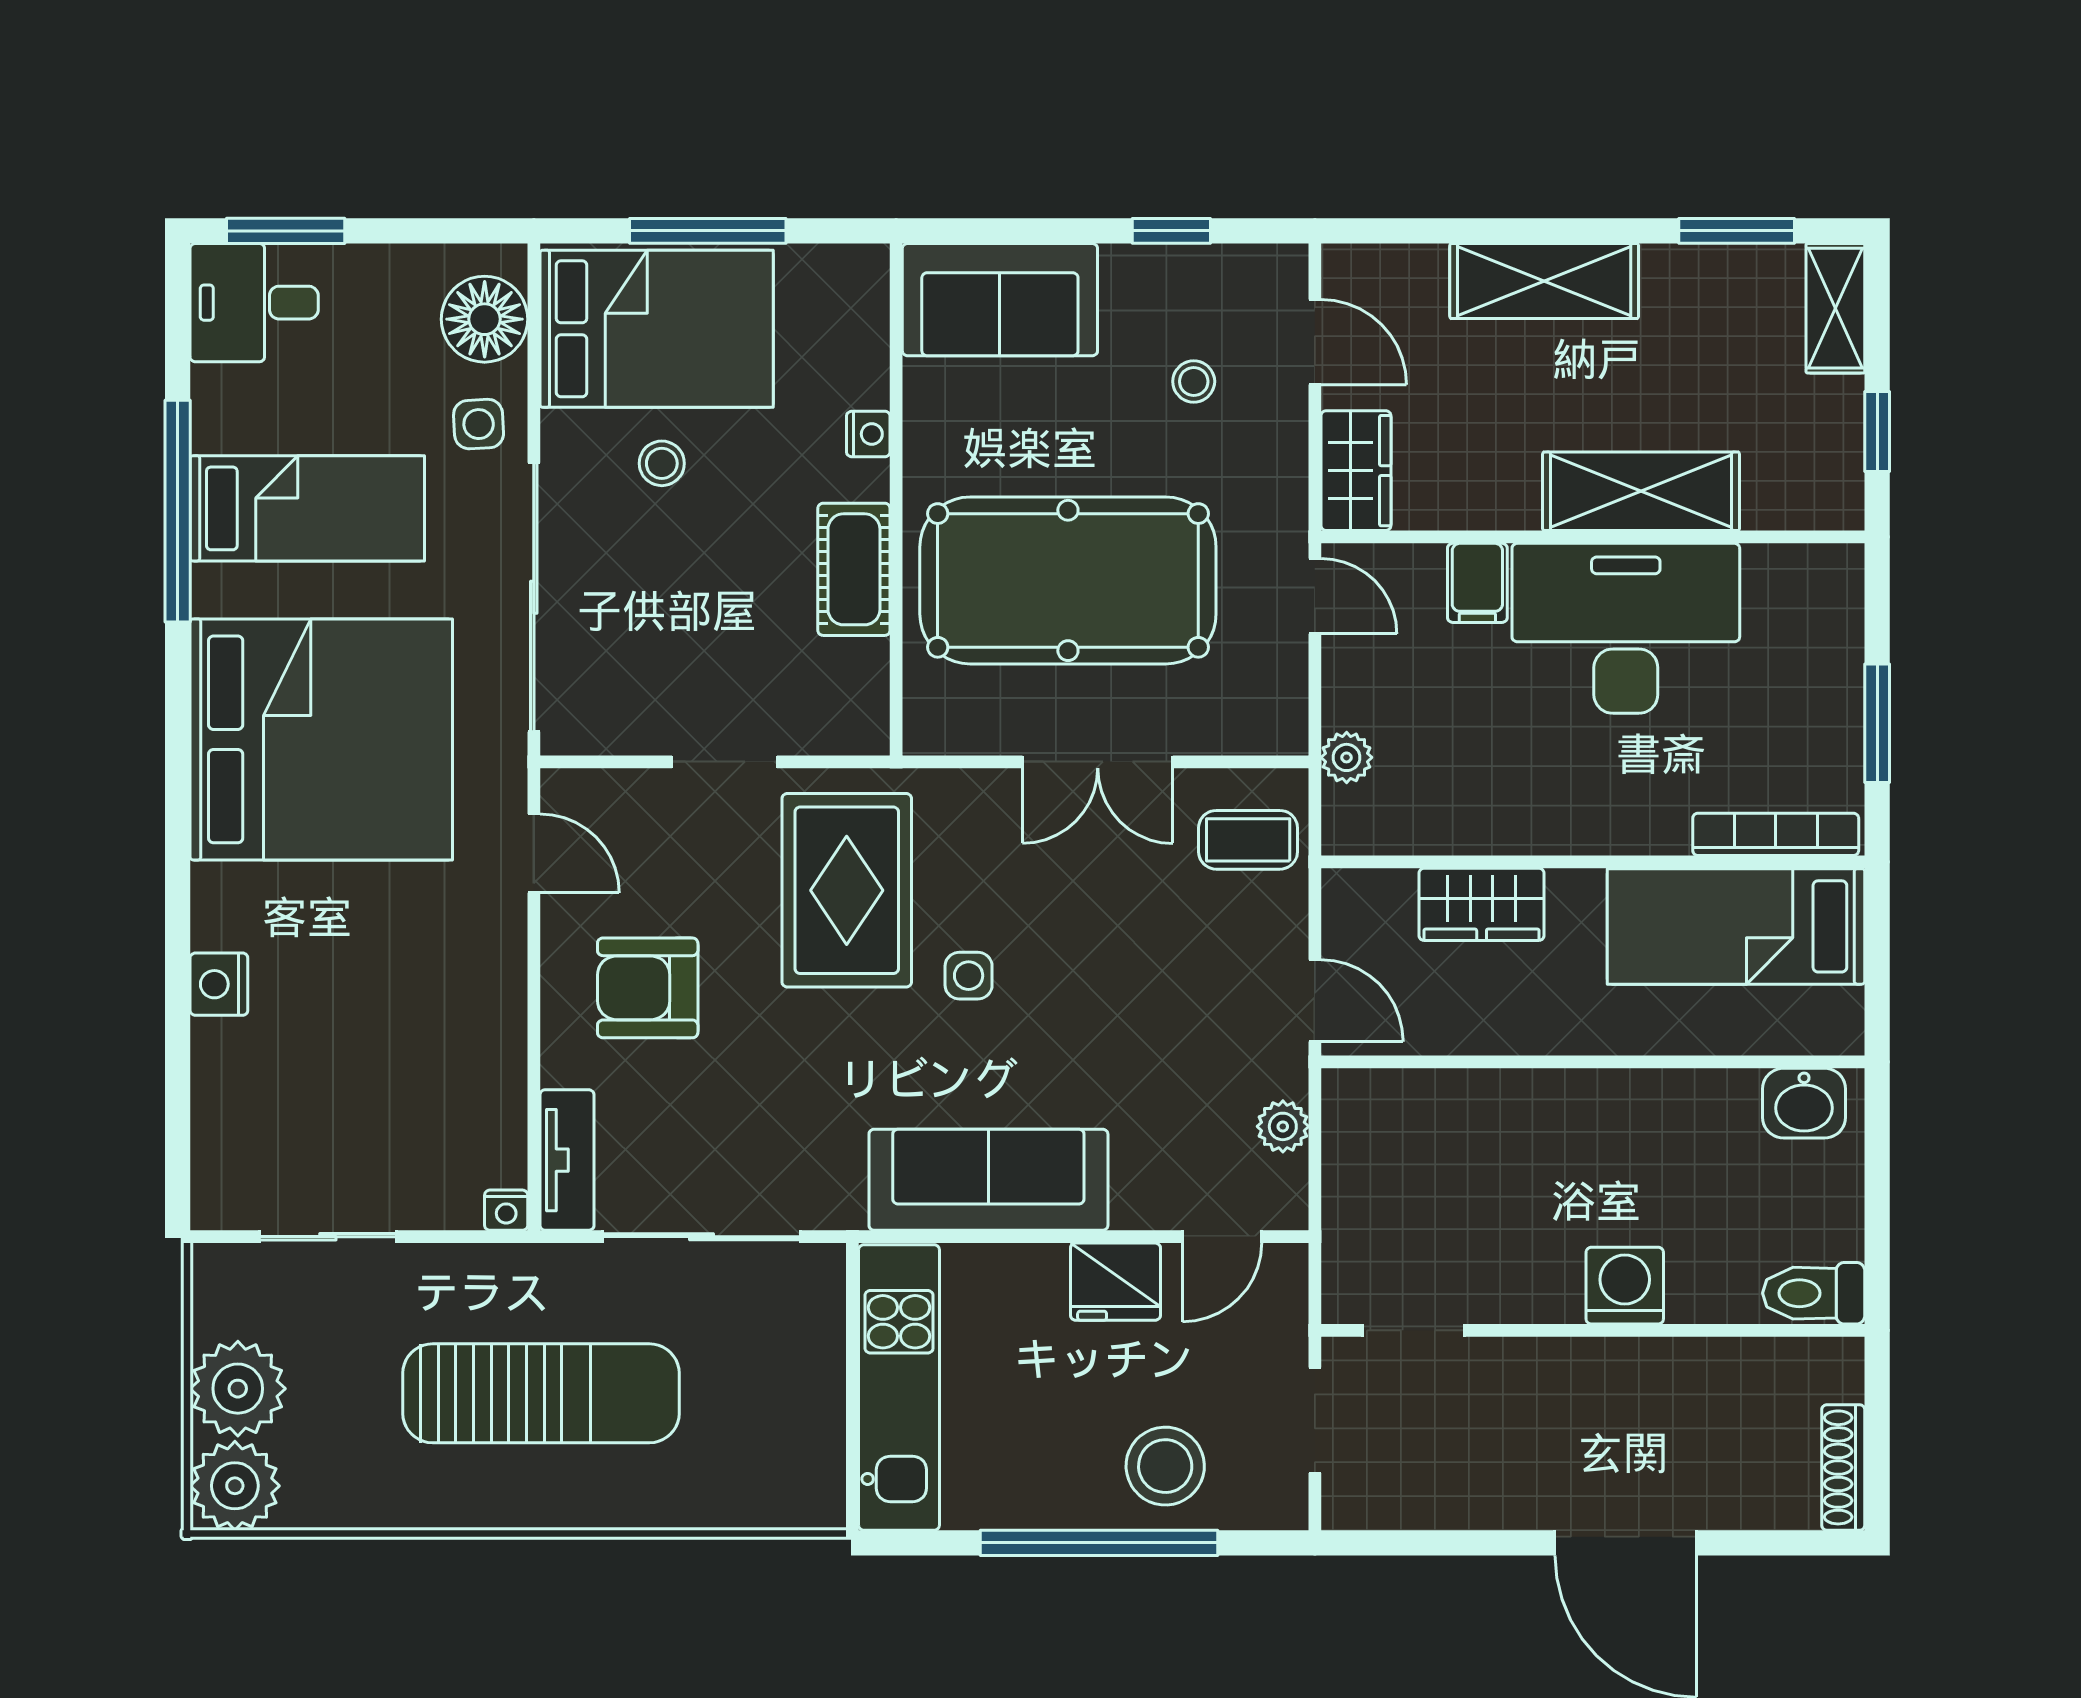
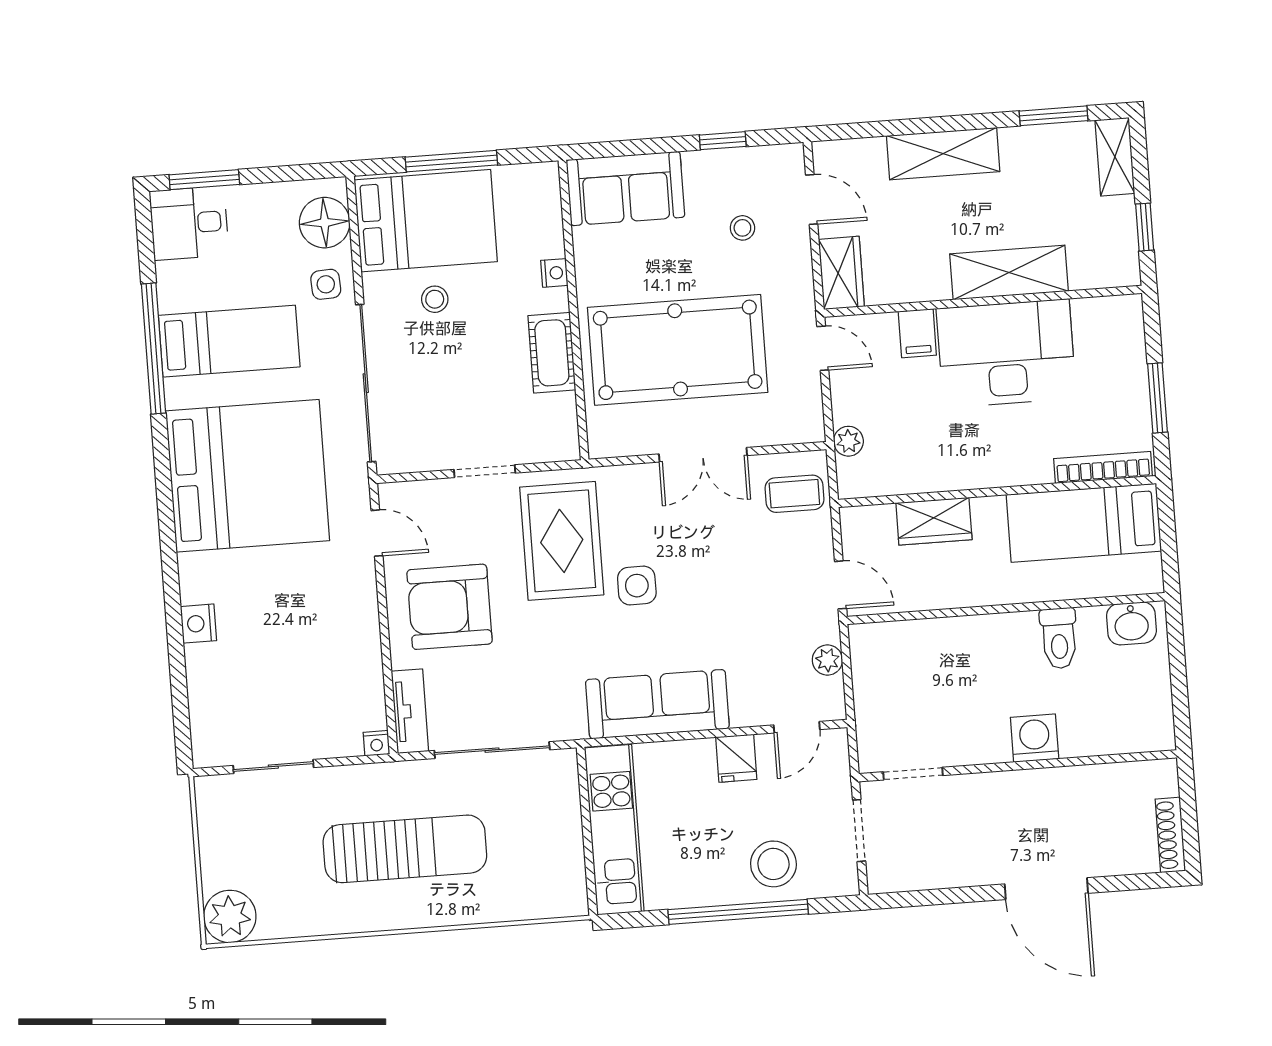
side table: (969, 976) -> (637, 586), width x1.37, depth x1.37
armchair: (648, 988) -> (450, 607), width x1.36, depth x1.36
fridge: (1115, 1282) -> (736, 758), width x0.72
toilet: (1814, 1293) -> (1059, 638), moved, turned -90
plant: (238, 1389) -> (227, 859), removed

